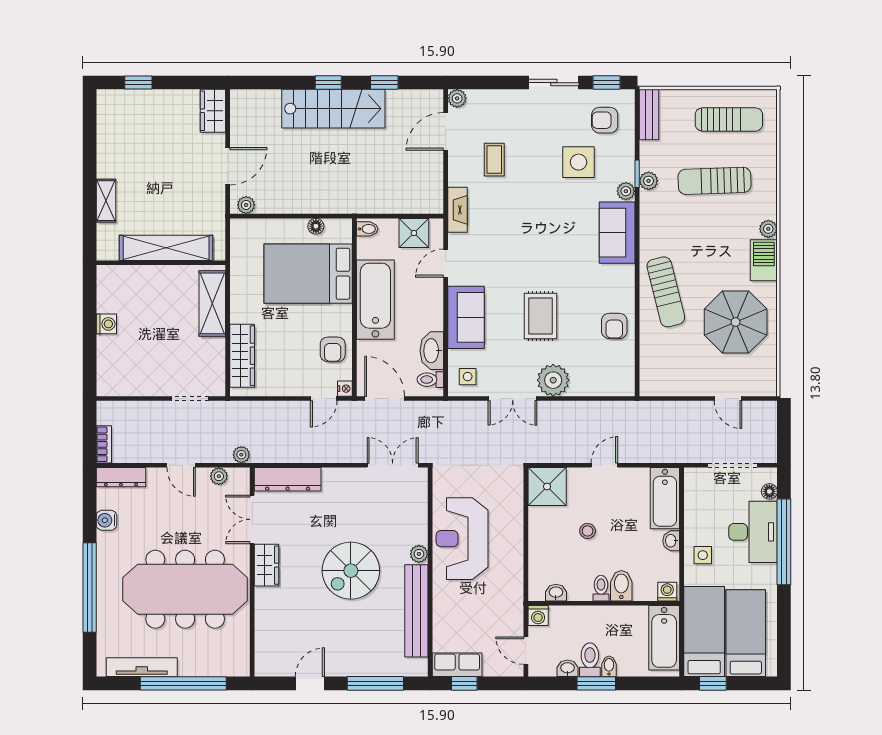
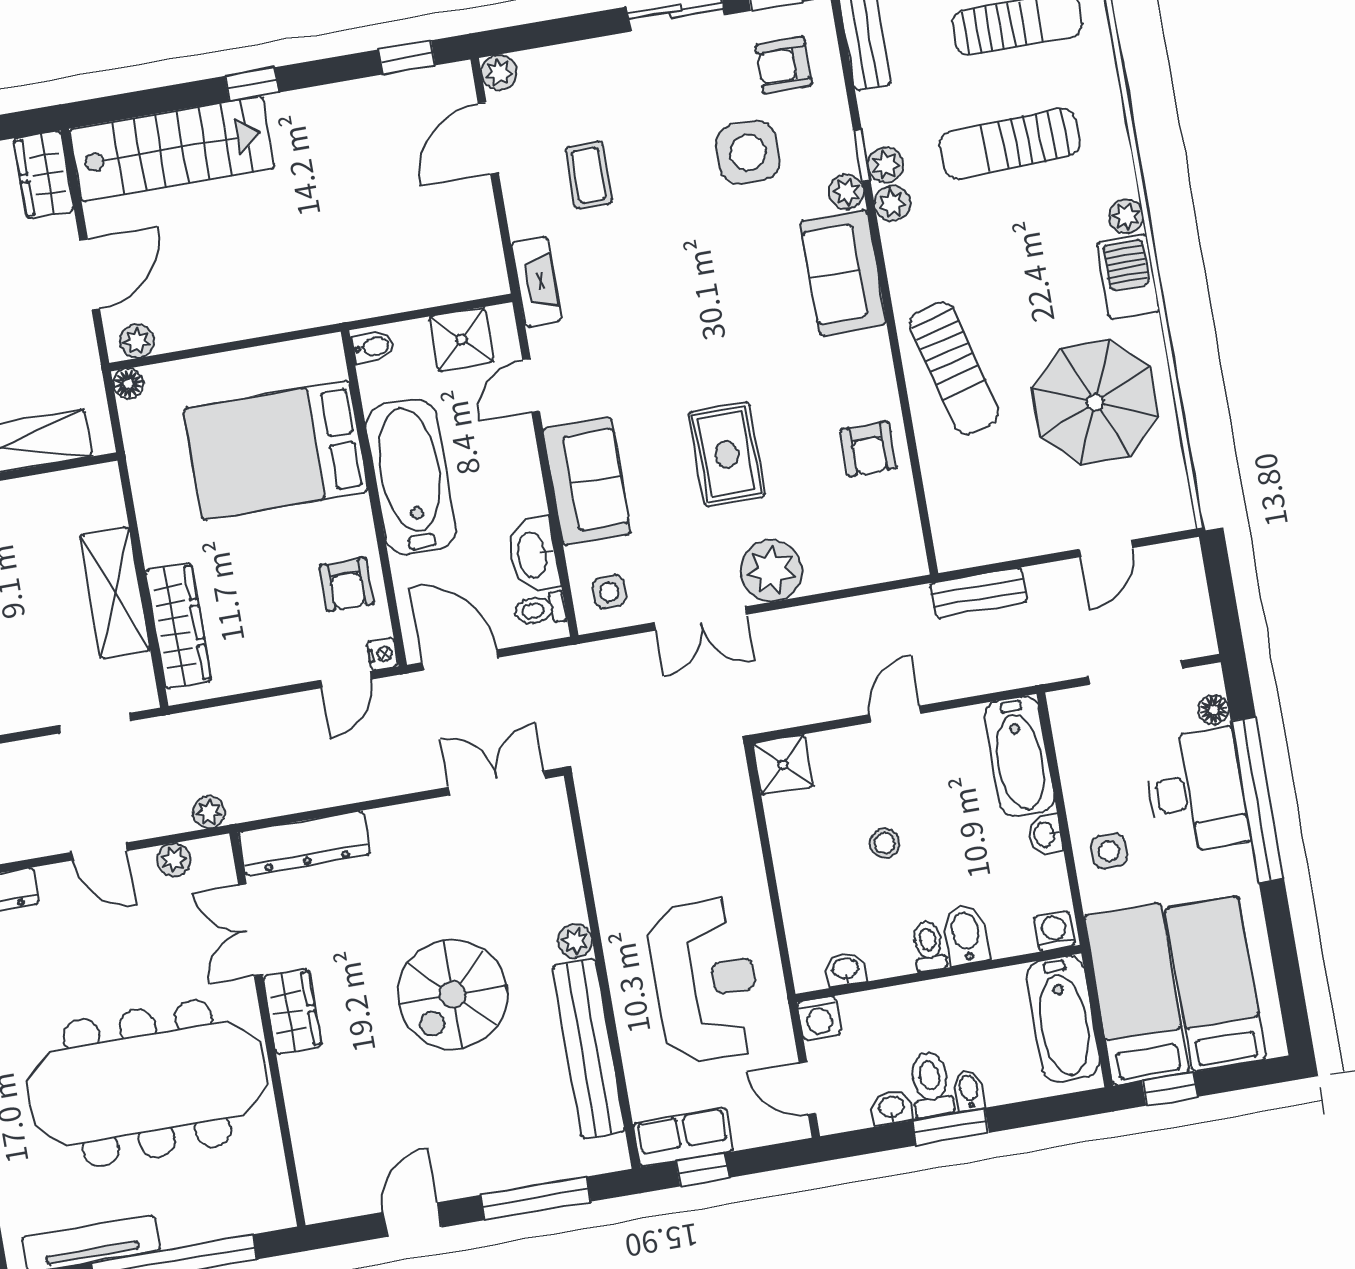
window: (384, 83) -> (407, 57), moved
stairs: (333, 109) -> (172, 149), moved
plant: (649, 201) -> (892, 203), added
floor lamp: (316, 226) -> (128, 384), moved
shelving: (212, 303) -> (115, 593), moved
door: (728, 399) -> (1106, 548), hinge flipped
bench: (659, 410) -> (979, 593), added
shower: (547, 487) -> (783, 765), width x0.73, depth x0.73
reception desk: (462, 539) -> (705, 981), moved, turned 180

